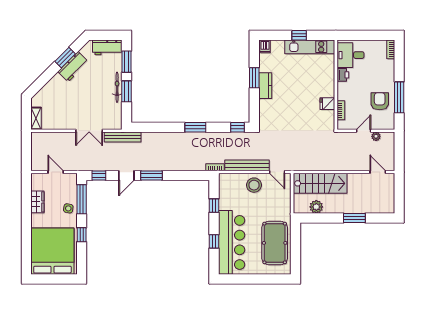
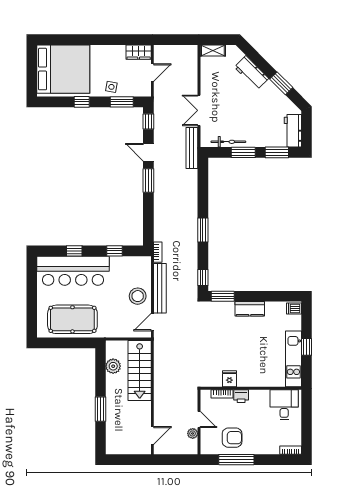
workbench: (73, 67) -> (252, 73), moved
printer: (343, 75) -> (241, 396), moved
window: (254, 78) -> (223, 296), moved
bicycle: (117, 87) -> (228, 142), moved
window: (82, 199) -> (122, 102), width x0.69
wardrobe: (37, 202) -> (139, 52), moved

